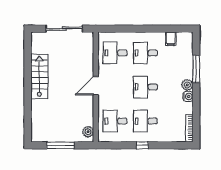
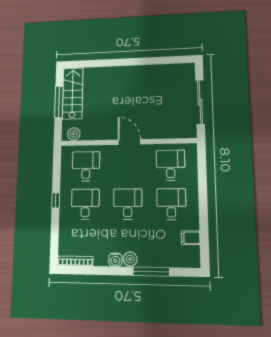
stairs: (39, 76) -> (73, 93), moved, turned -90

